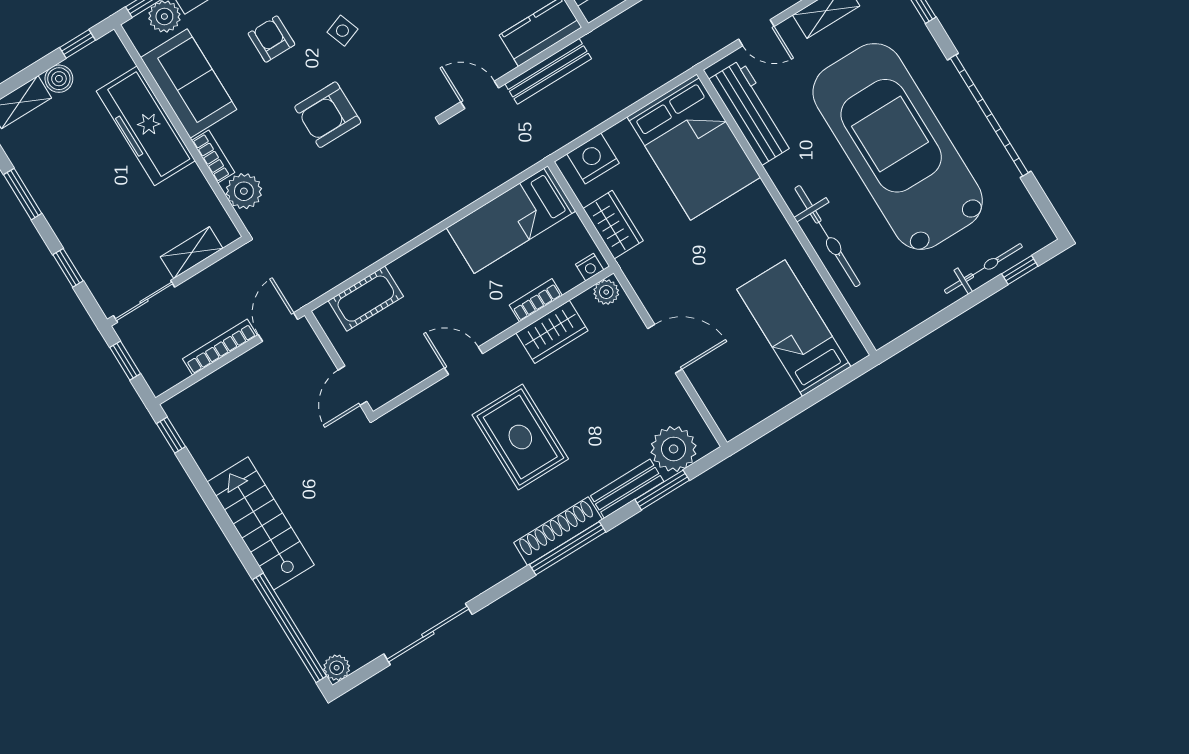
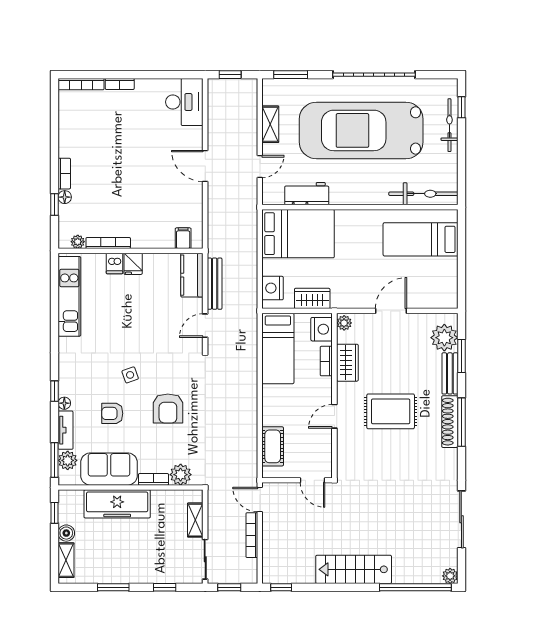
workbench: (752, 112) -> (307, 194), width x0.73
bicycle: (828, 236) -> (423, 194), moved
nightstand: (590, 267) -> (322, 329), width x1.89, depth x1.79

